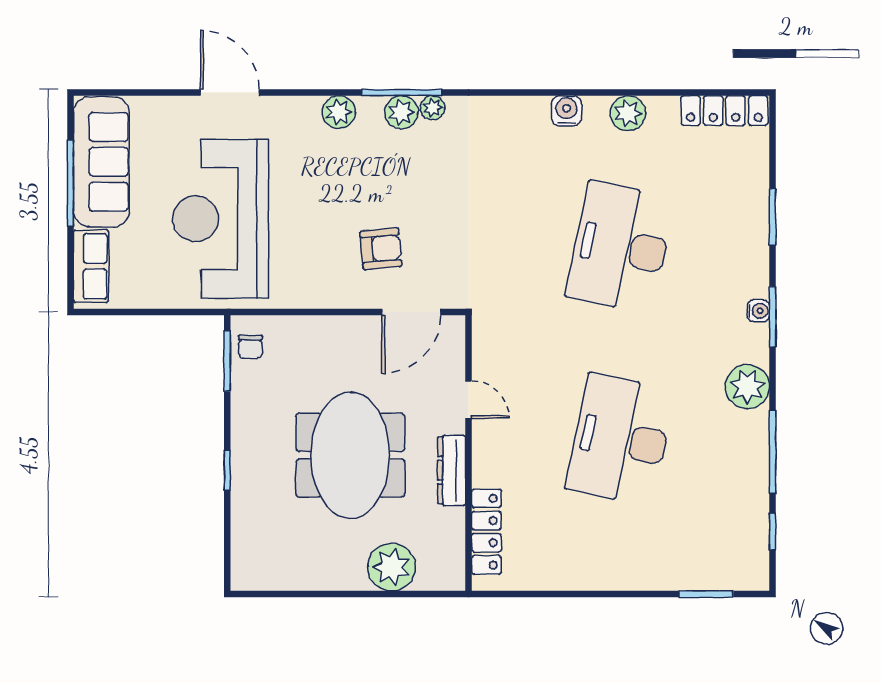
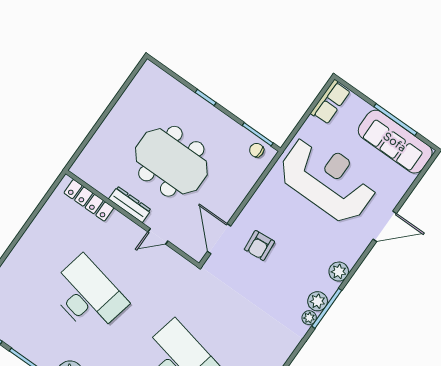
row of seats: (91, 266) -> (330, 102), moved, turned -90
plant: (392, 567) -> (104, 143), removed

